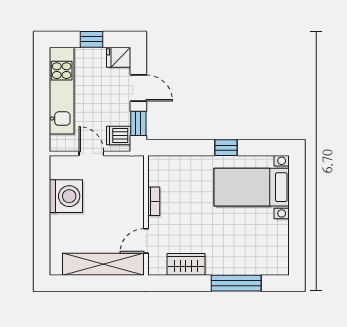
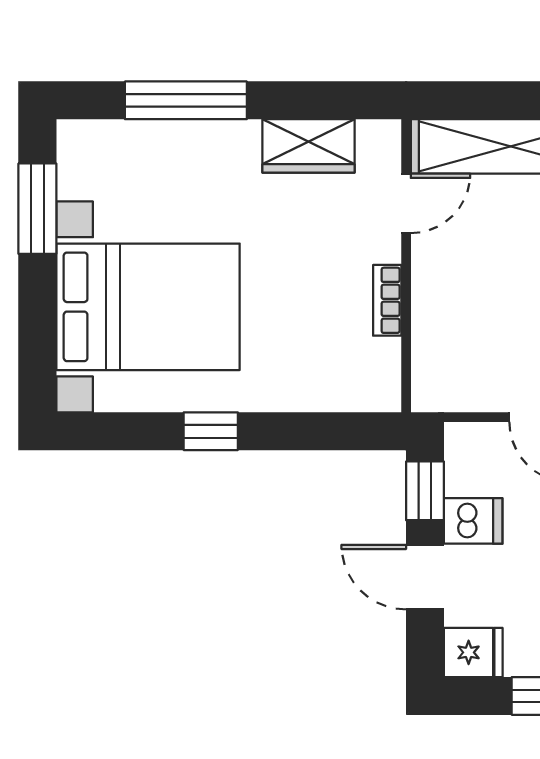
dishwasher: (119, 136) -> (473, 521), moved
bed with nightstands: (252, 187) -> (148, 307), width x1.36
window: (297, 239) -> (37, 209), added

